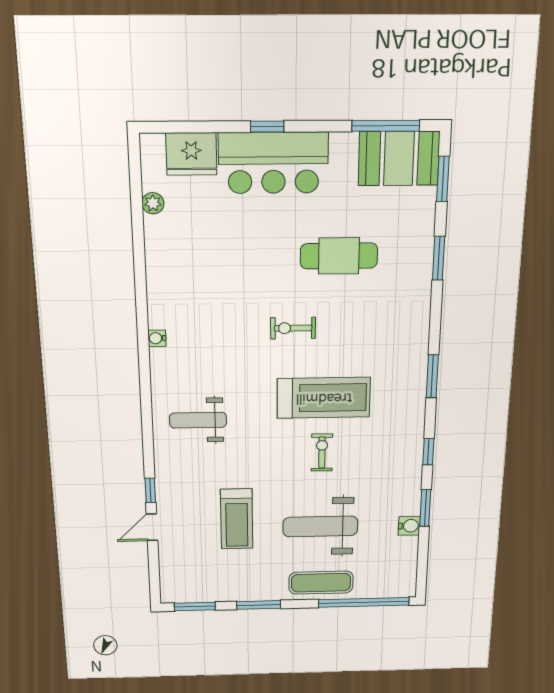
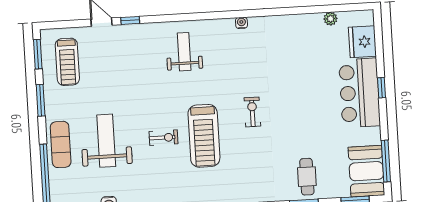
cafe table: (339, 256) -> (307, 177), moved, width x0.73, depth x0.74
treadmill: (237, 519) -> (67, 62), moved, turned -90

